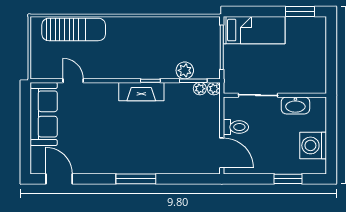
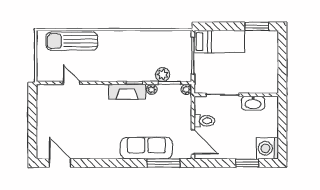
sun lounger: (74, 29) -> (72, 41), turned 180
plant: (200, 89) -> (152, 89), moved
sofa: (44, 114) -> (146, 148), moved, turned -90
washing machine: (313, 145) -> (268, 148), moved
window: (136, 179) -> (163, 163), moved

